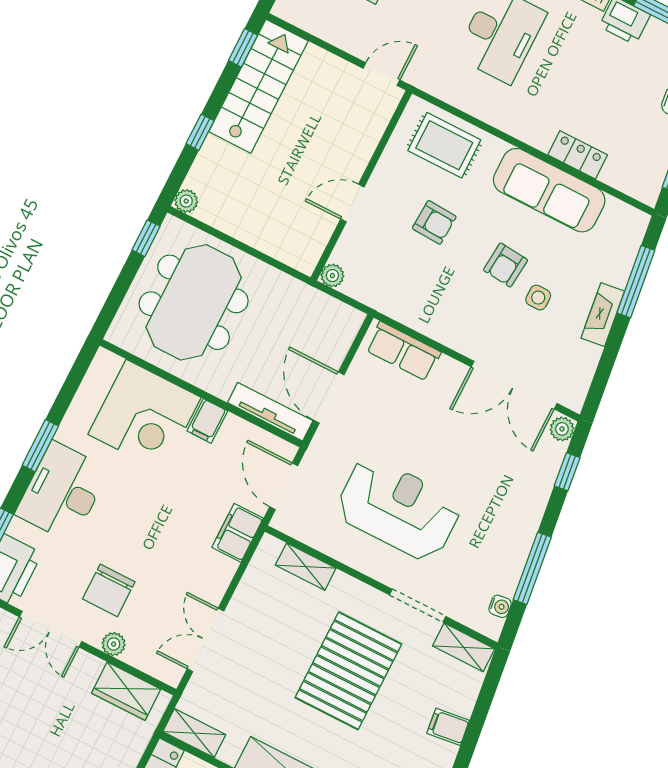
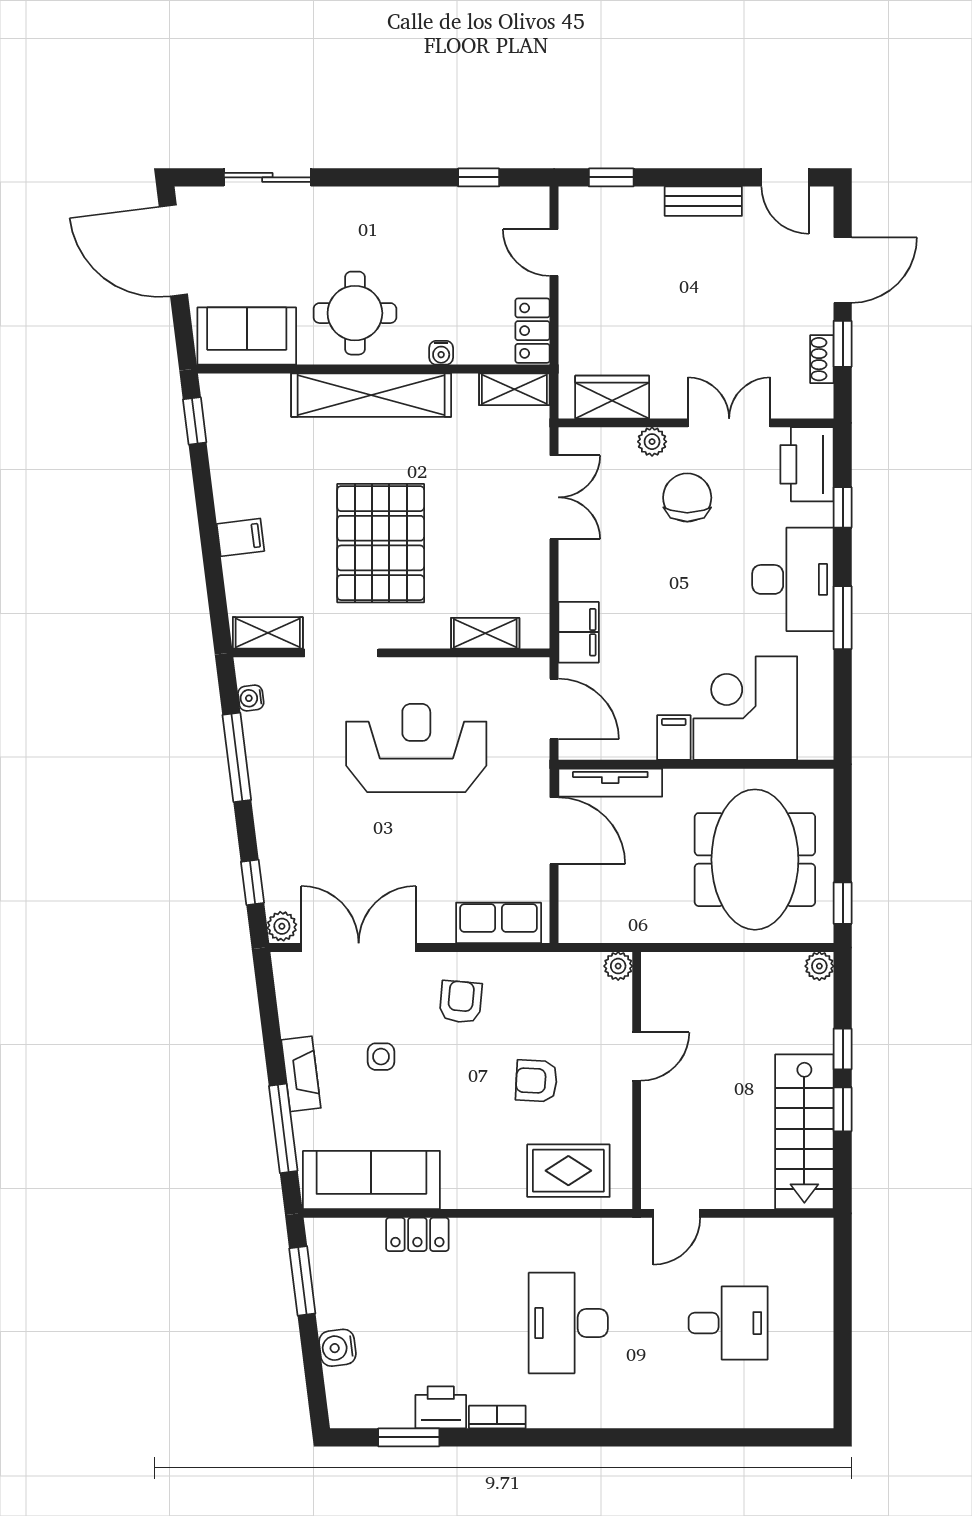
window: (243, 48) -> (843, 1109), moved
sofa: (549, 190) -> (371, 1180), moved
armchair: (505, 265) -> (461, 1002), moved
reception desk: (398, 509) -> (416, 748), turned 180

